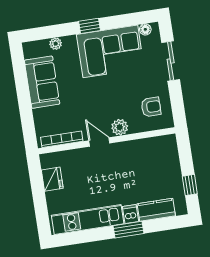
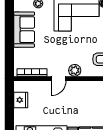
door: (99, 142) -> (58, 79), swing flipped

